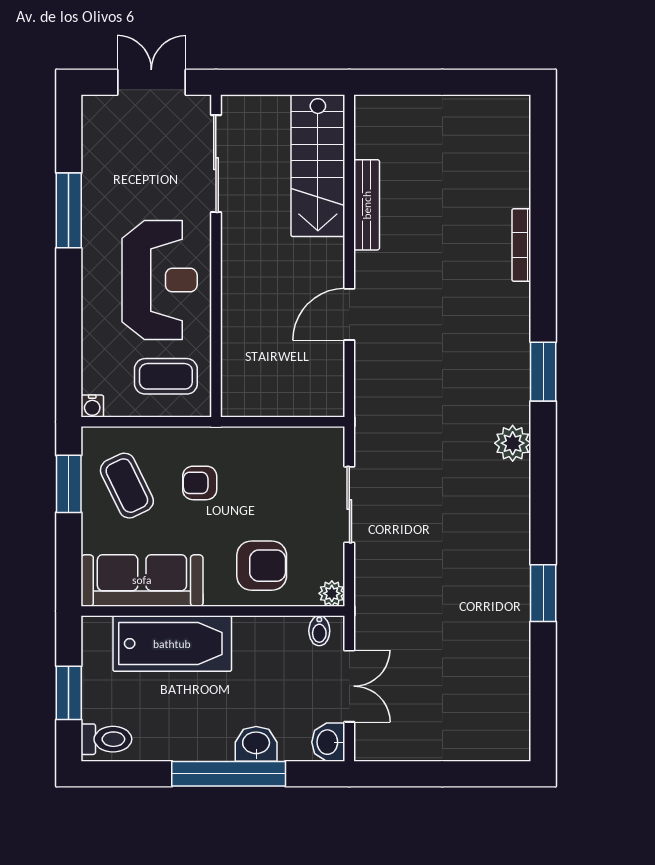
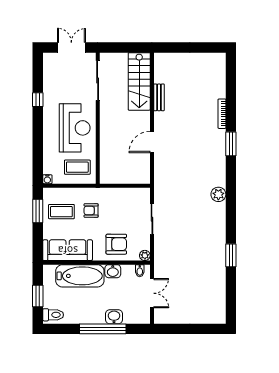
bench: (367, 205) -> (159, 97), width x0.73
window: (69, 210) -> (38, 100), width x0.46
window: (543, 372) -> (231, 144), moved
coffee table: (127, 486) -> (61, 212), turned -64
washbasin: (328, 742) -> (113, 271), moved, turned -90

